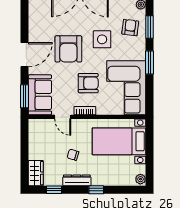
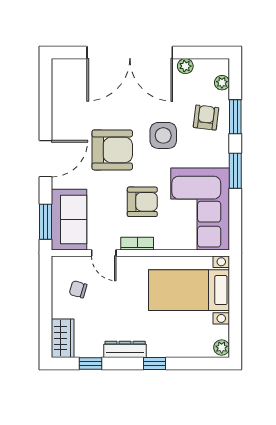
armchair: (68, 49) -> (112, 150), turned -90
chair: (73, 155) -> (78, 289), moved

